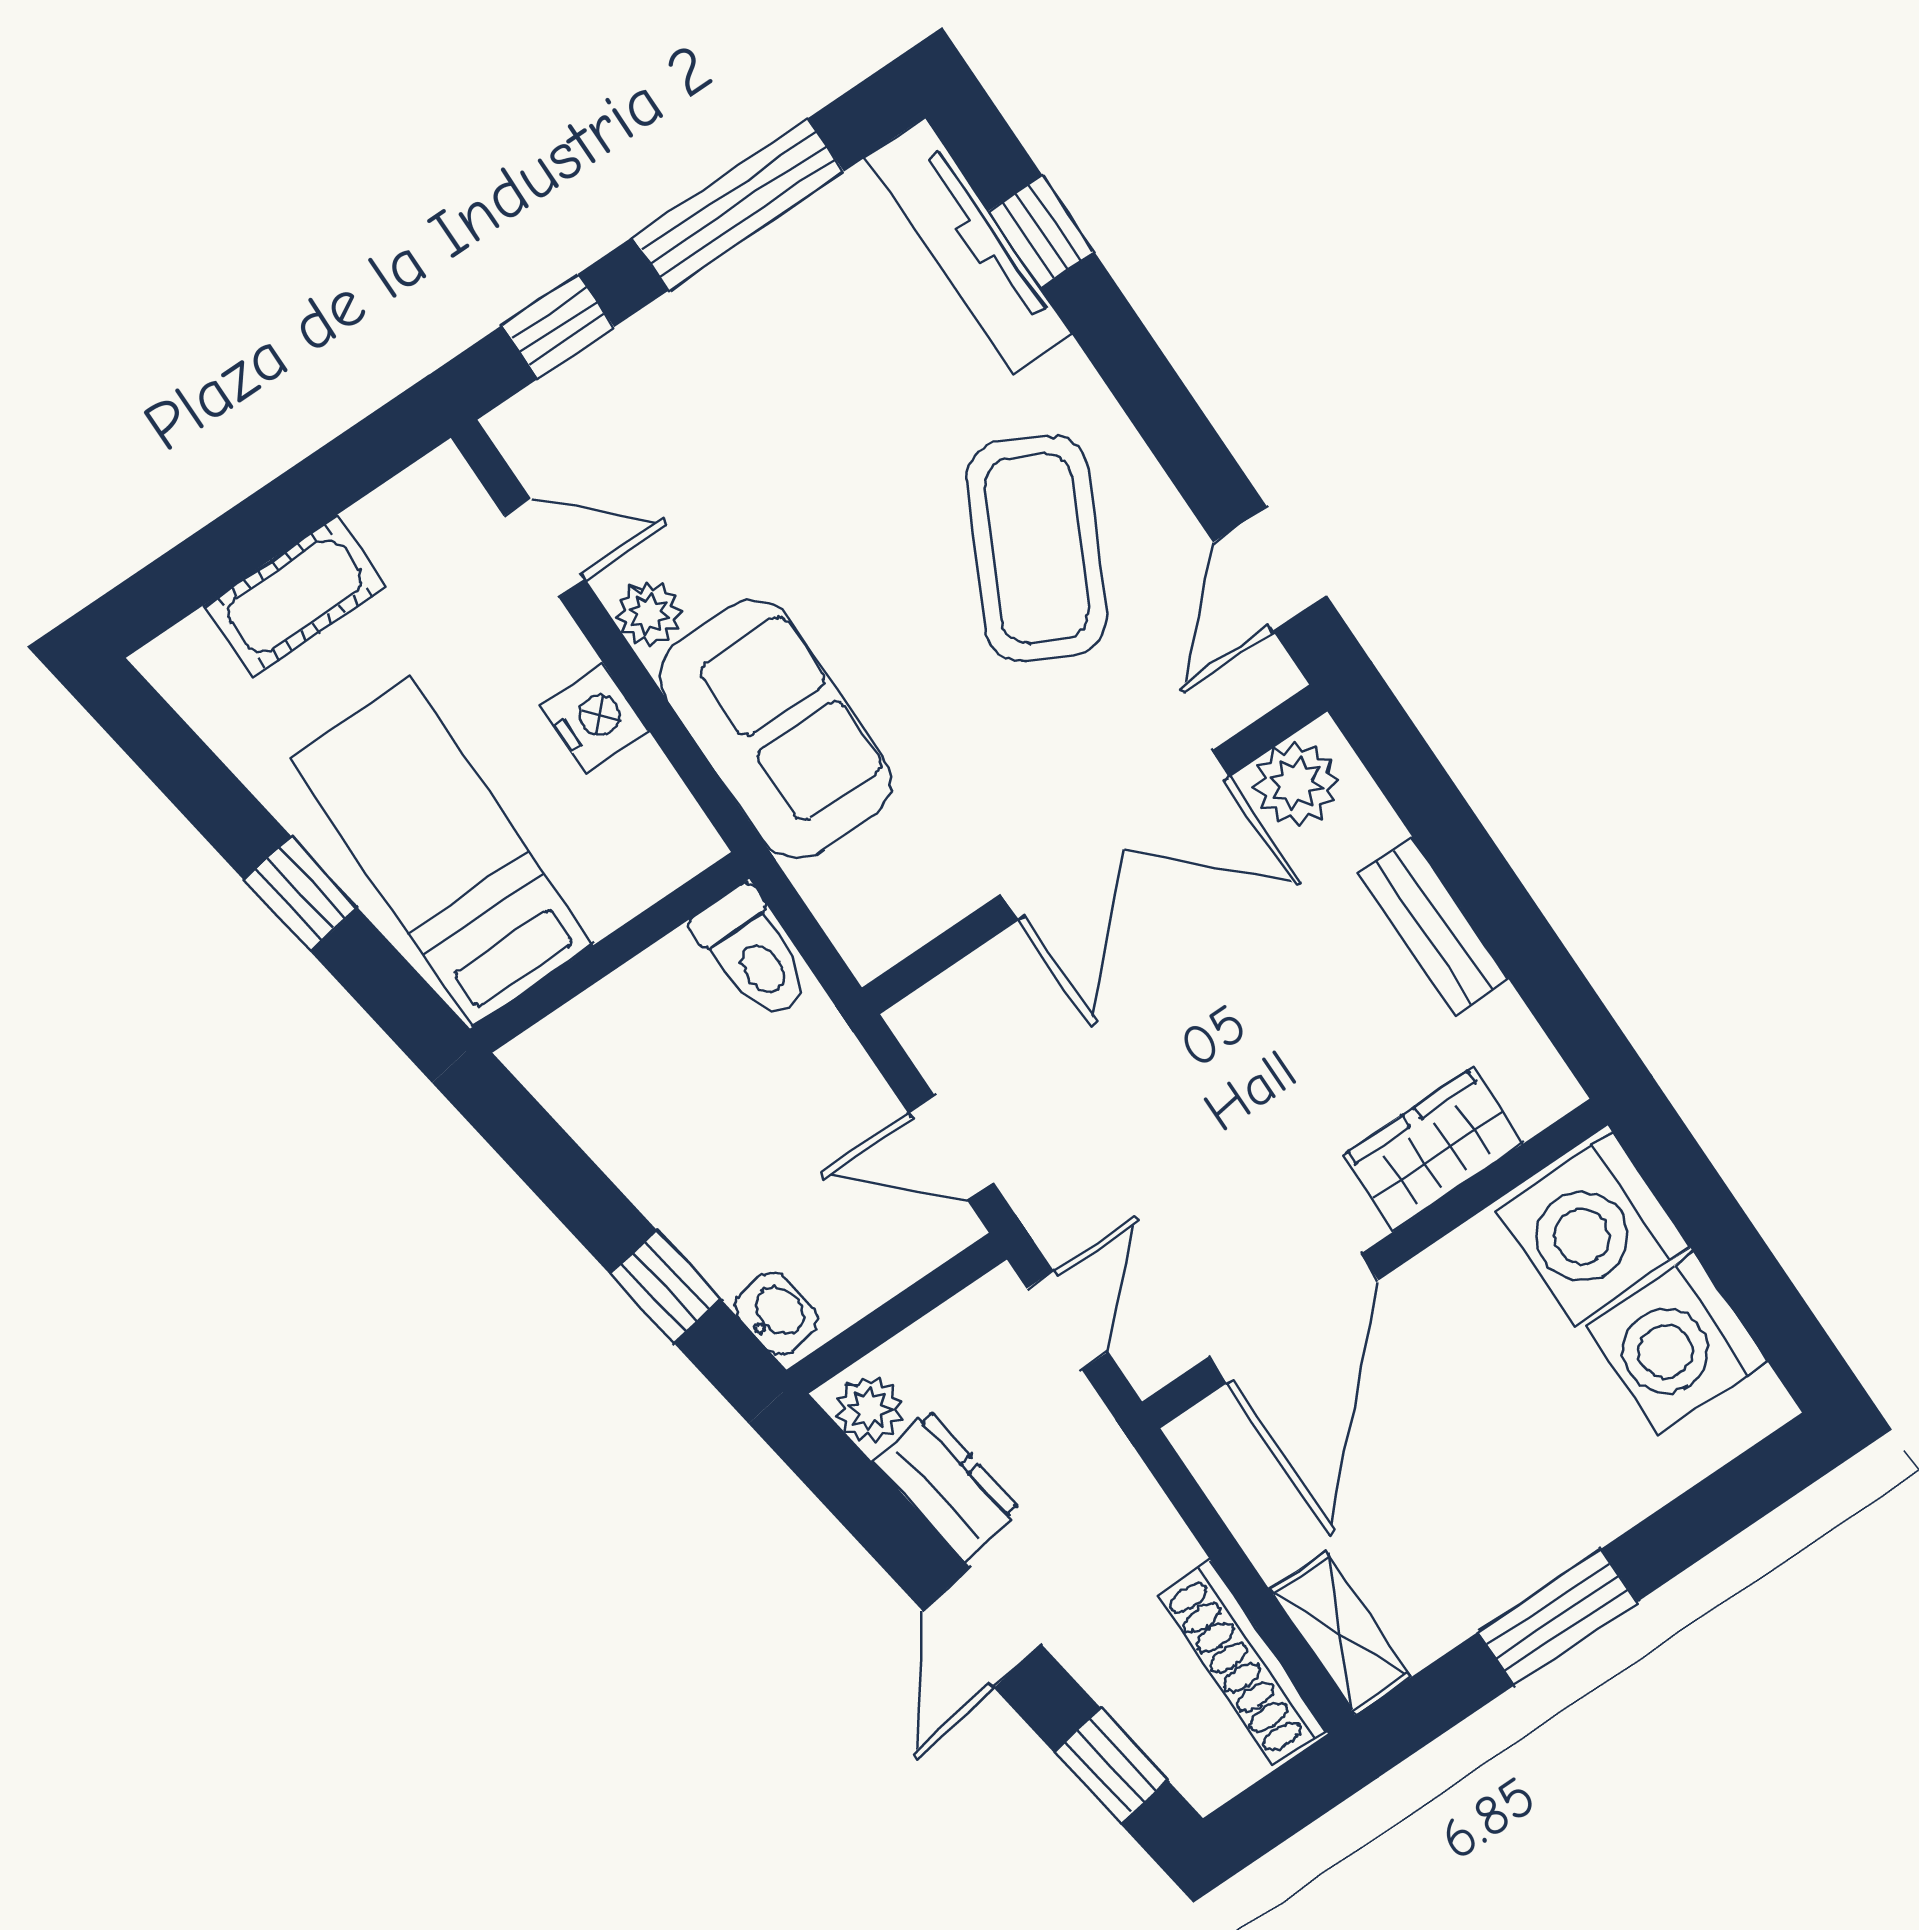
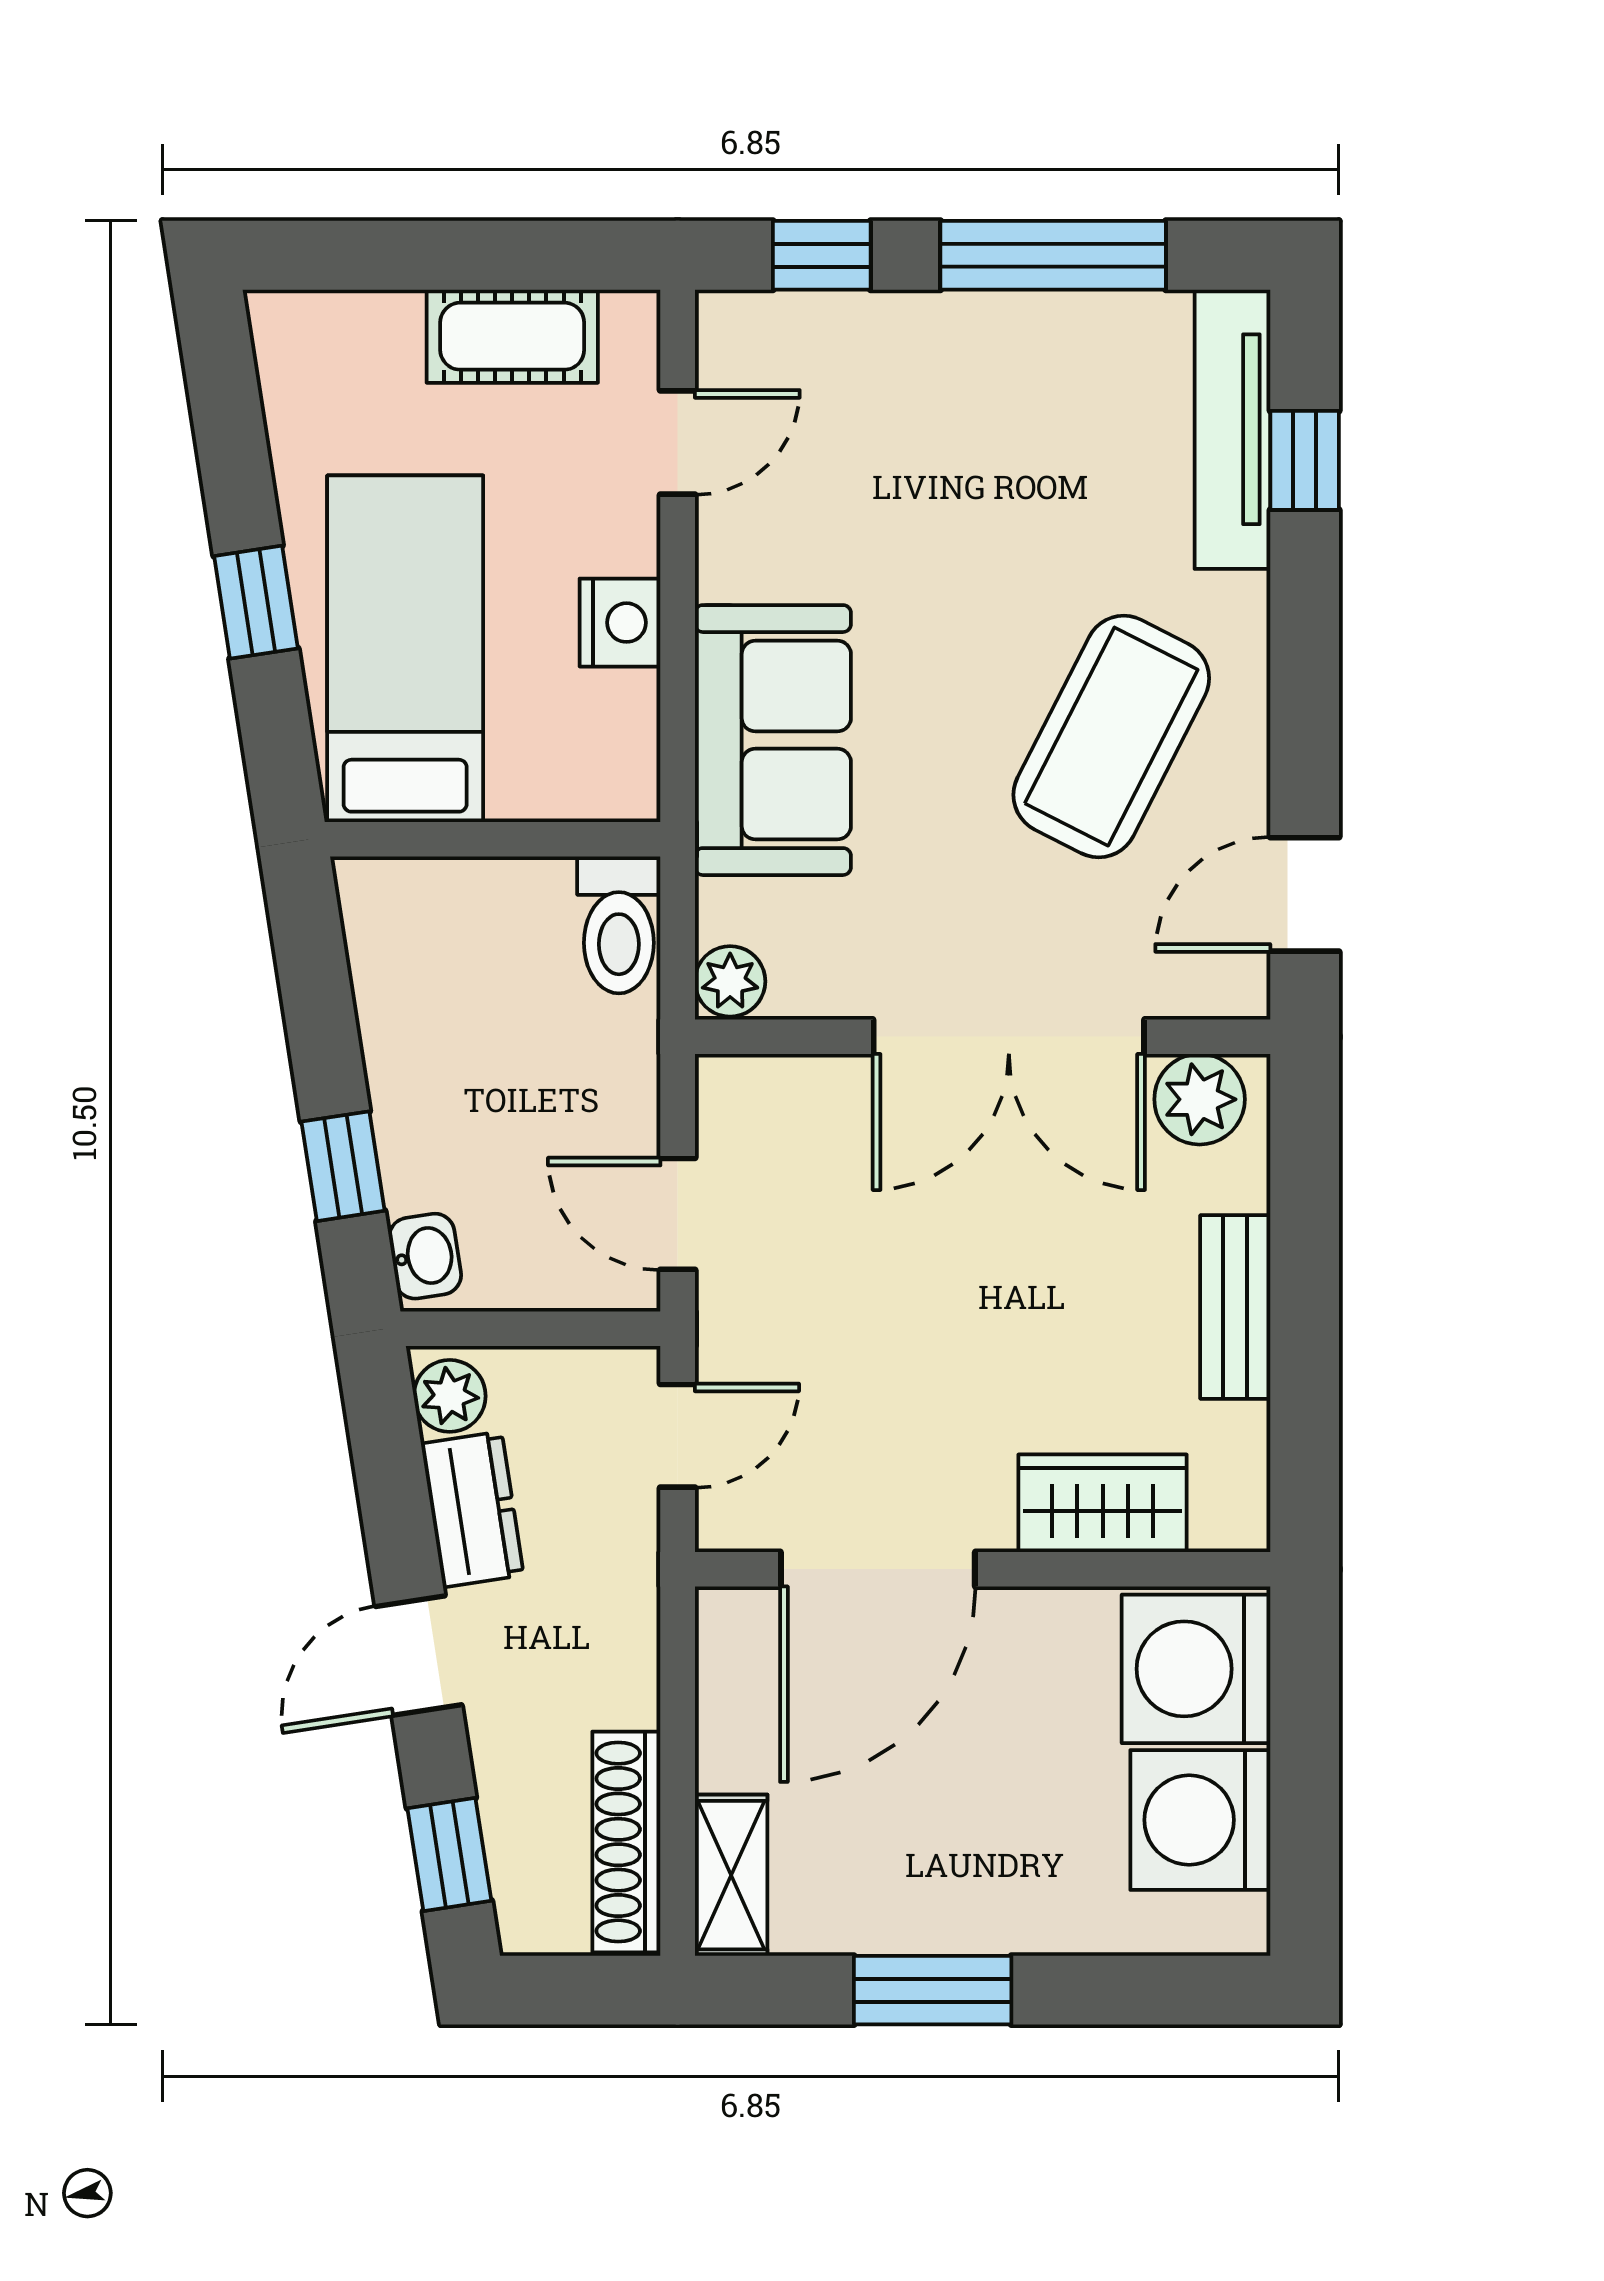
door: (545, 548) -> (678, 442), hinge flipped
cot: (295, 596) -> (512, 336), moved
plant: (649, 614) -> (730, 981), moved

